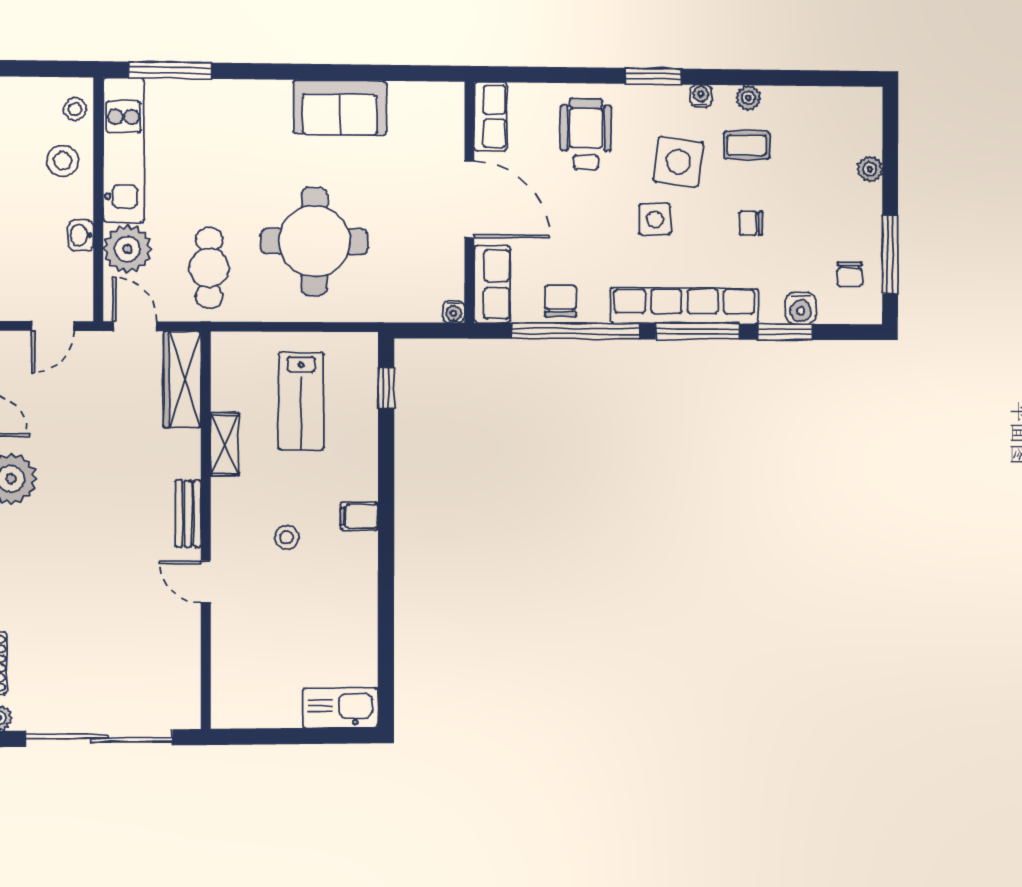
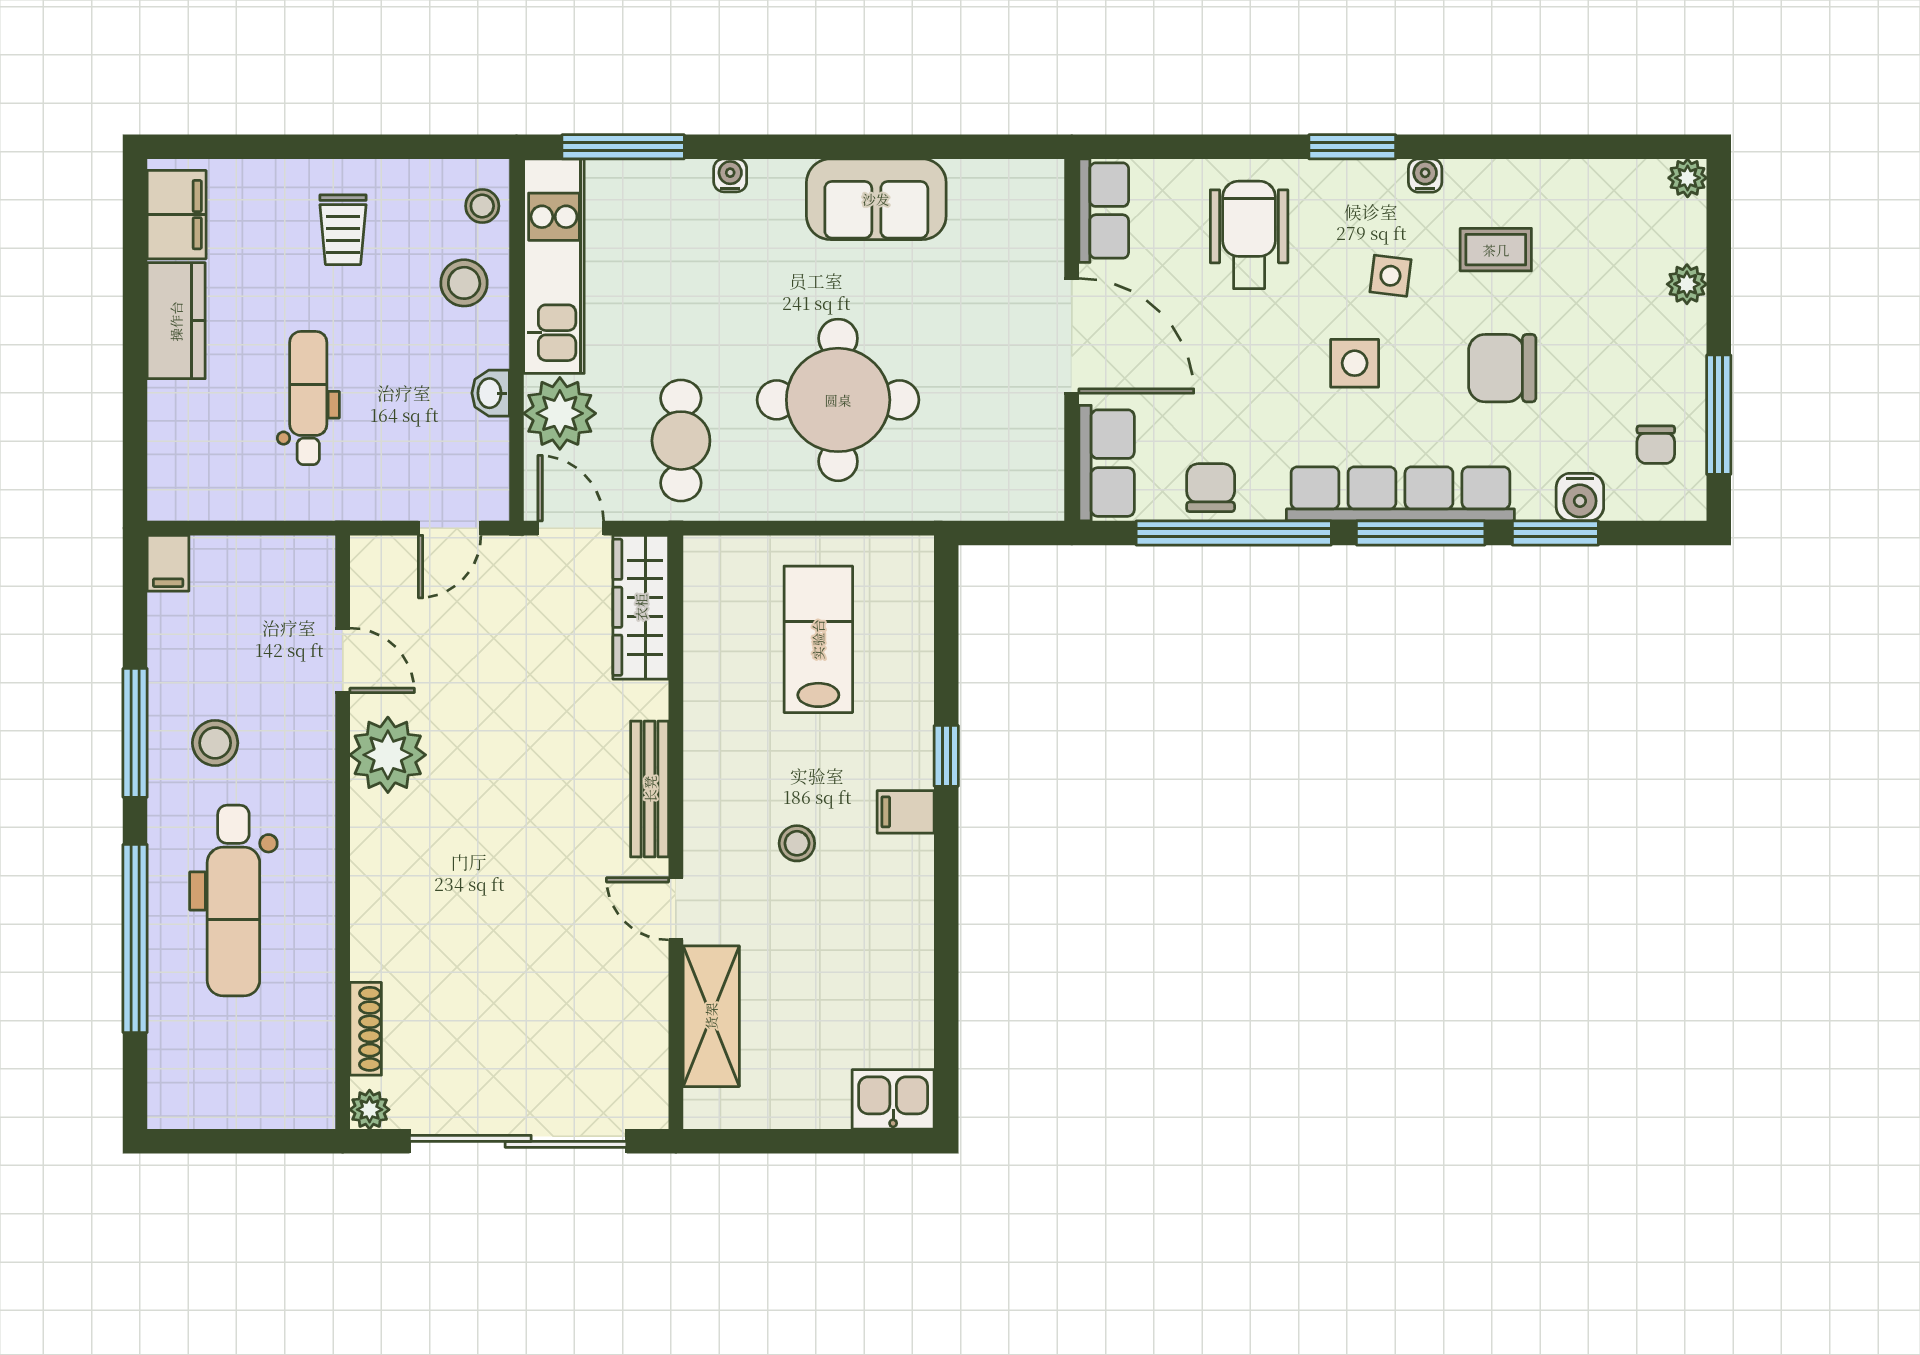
plant: (748, 98) -> (1688, 178), moved
side table: (678, 162) -> (1390, 276), width x0.54, depth x0.54
chair: (751, 223) -> (1502, 368), width x1.87, depth x1.87
water cooler: (454, 312) -> (730, 175), moved, turned 180
window: (386, 388) -> (946, 756), moved
lab bench: (301, 401) -> (818, 639), turned 180
shelving: (225, 444) -> (711, 1016), moved, width x1.50, depth x1.33
bench: (188, 513) -> (650, 789), width x1.36
kitchen sink: (340, 708) -> (893, 1099), width x0.73

